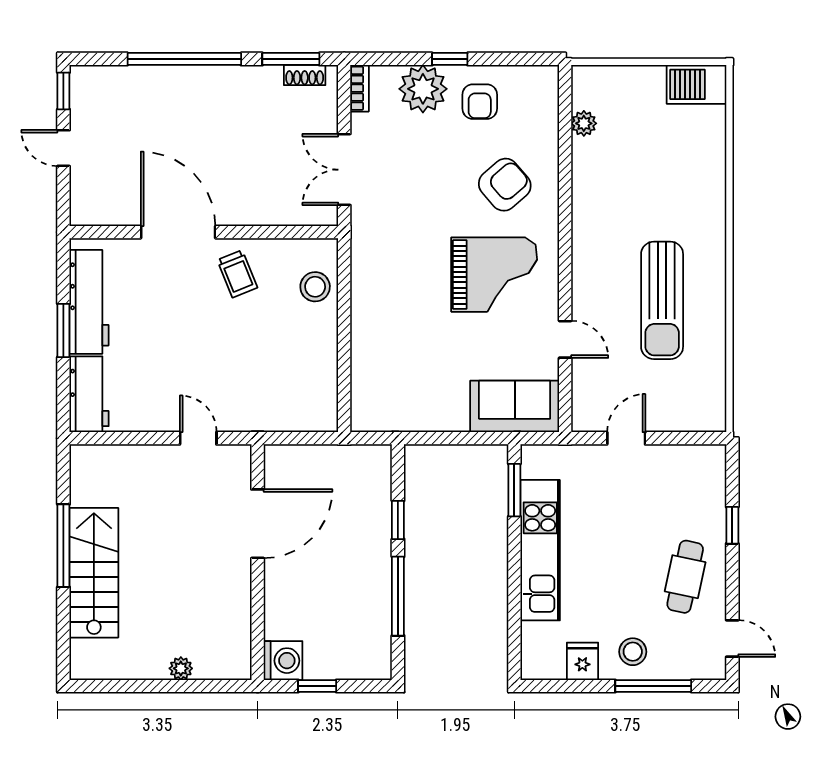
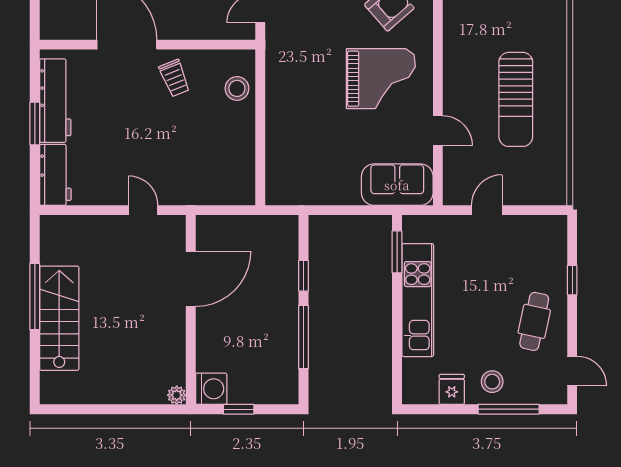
plant: (181, 668) -> (177, 395), moved

